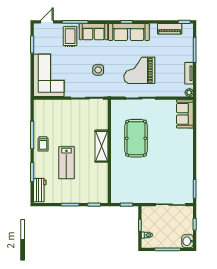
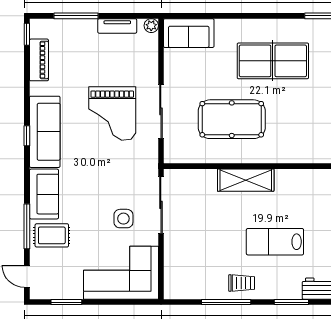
side table: (98, 70) -> (123, 219), moved
table tennis table: (169, 162) -> (273, 61), added
lab bench: (66, 163) -> (275, 242), turned 180

